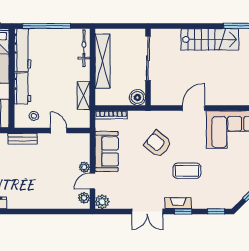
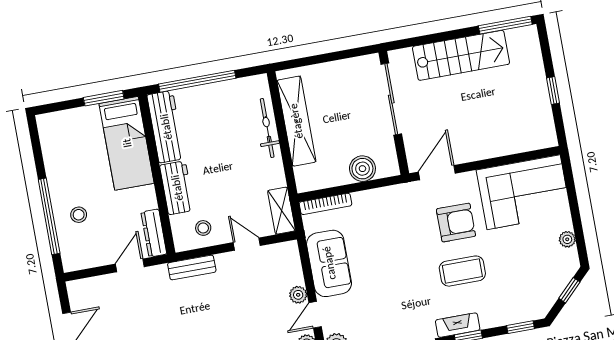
bicycle: (84, 48) -> (267, 128), moved
sliding door: (148, 58) -> (391, 99), moved
wall: (148, 67) -> (394, 113), moved
shelving: (84, 96) -> (282, 211), moved
door: (194, 108) -> (437, 173), moved
armchair: (158, 144) -> (456, 223), moved, turned 141

